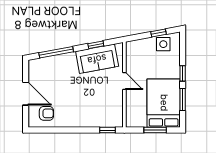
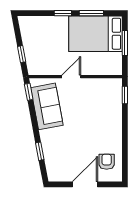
window: (158, 33) -> (22, 54), moved
side table: (163, 44) -> (31, 34), removed
window: (96, 45) -> (29, 92), moved
window: (56, 52) -> (40, 151), width x0.46

